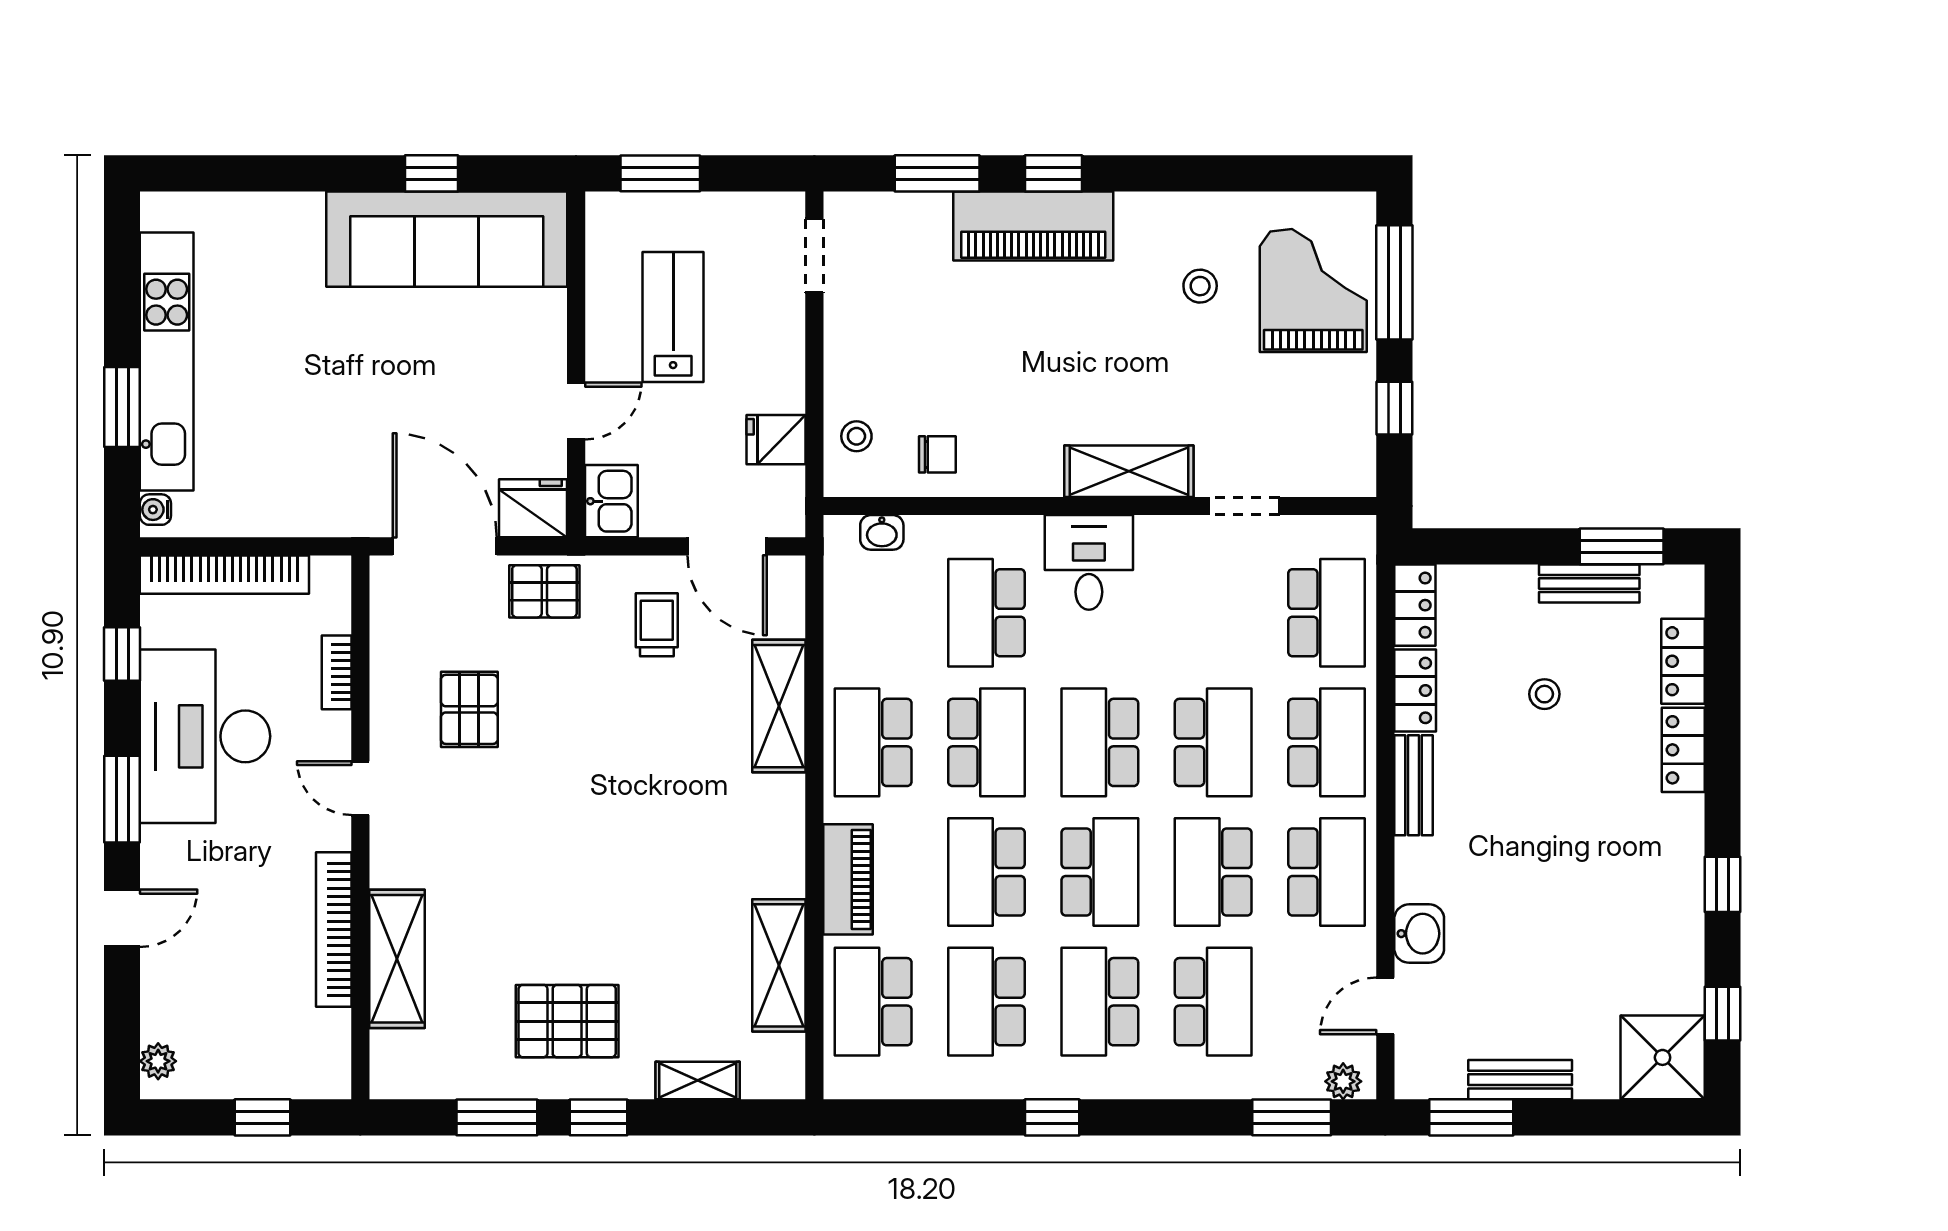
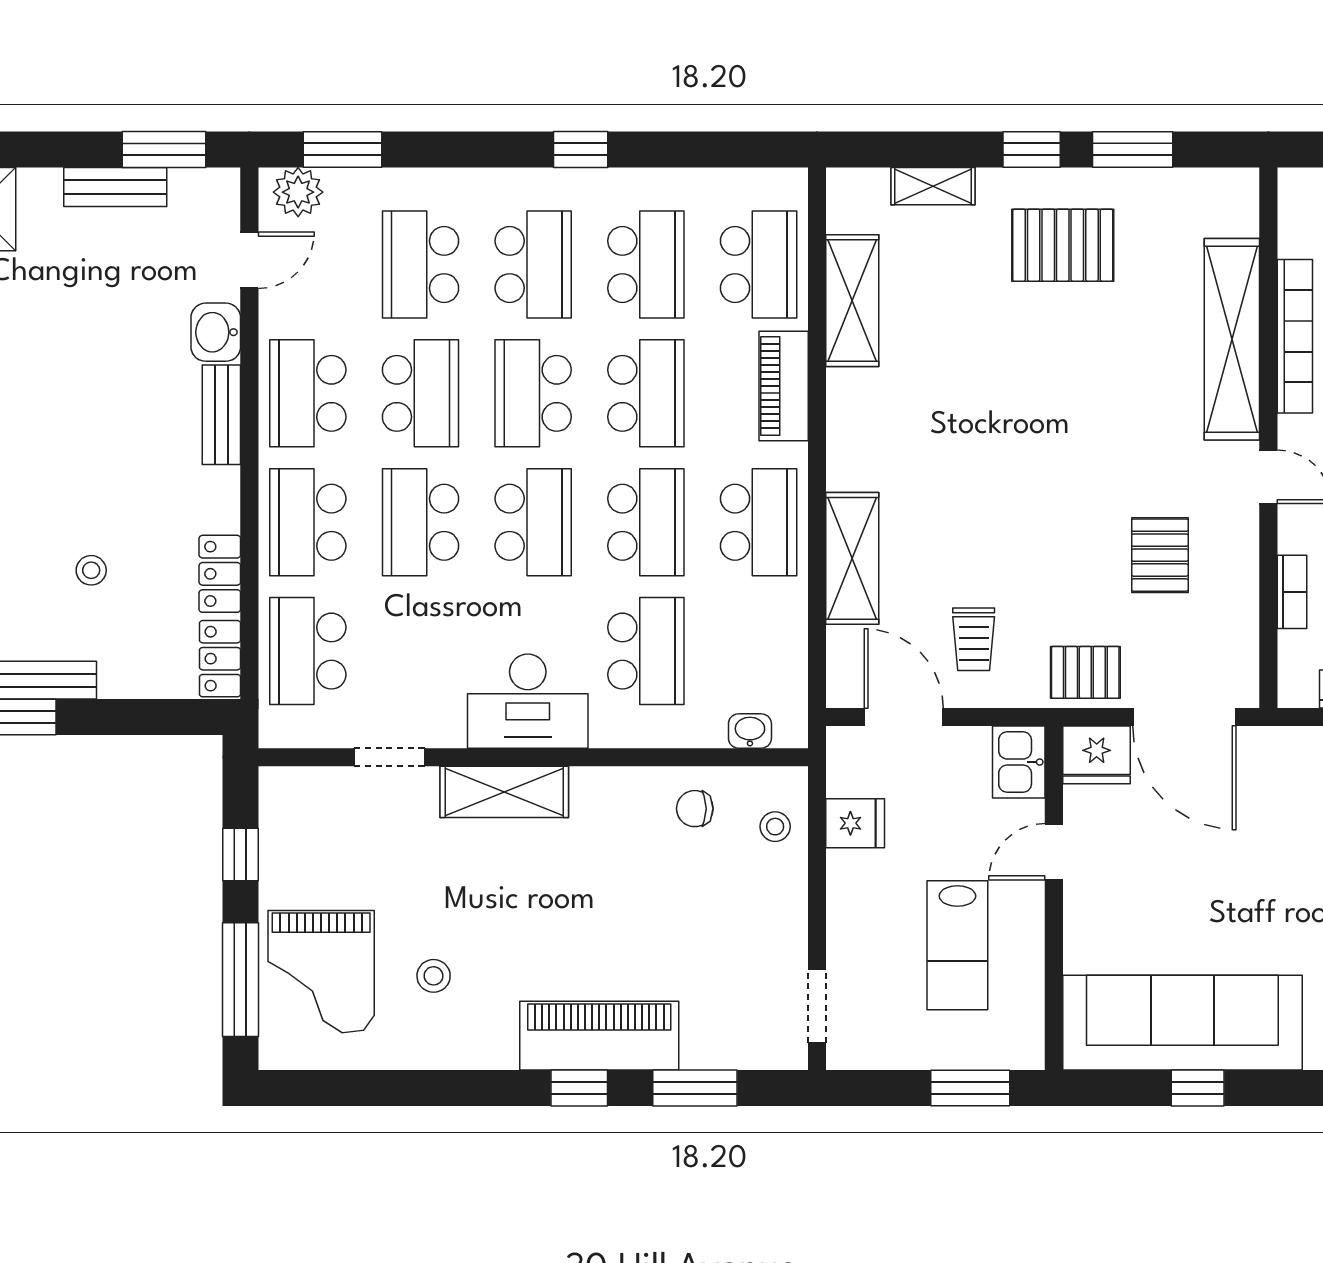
desk: (1089, 562) -> (528, 701), width x1.37
school desk: (986, 742) -> (646, 522), turned 180
bench: (1413, 785) -> (221, 415), moved
shelving: (397, 959) -> (1232, 339), width x1.47
plant: (1343, 1081) -> (298, 192), width x1.38, depth x1.38

